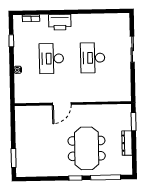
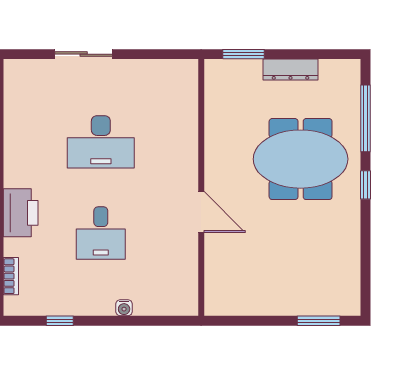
desk: (51, 59) -> (101, 233), width x0.73

